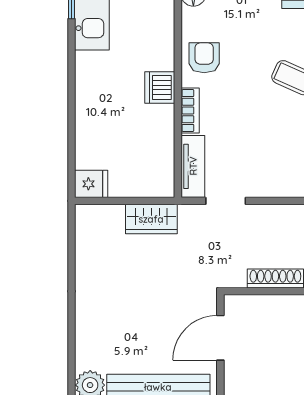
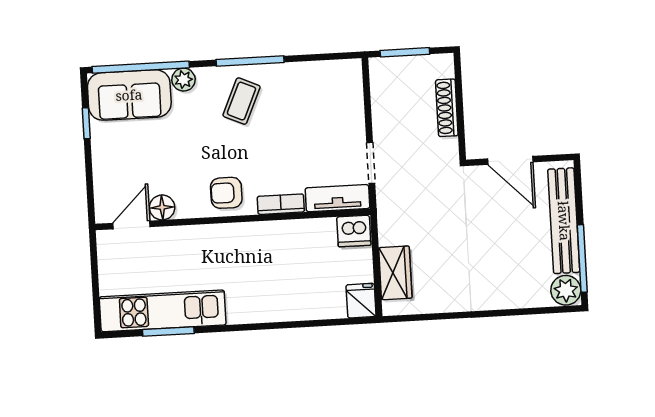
dishwasher: (160, 88) -> (354, 231), moved
wardrobe: (151, 219) -> (395, 273), moved

